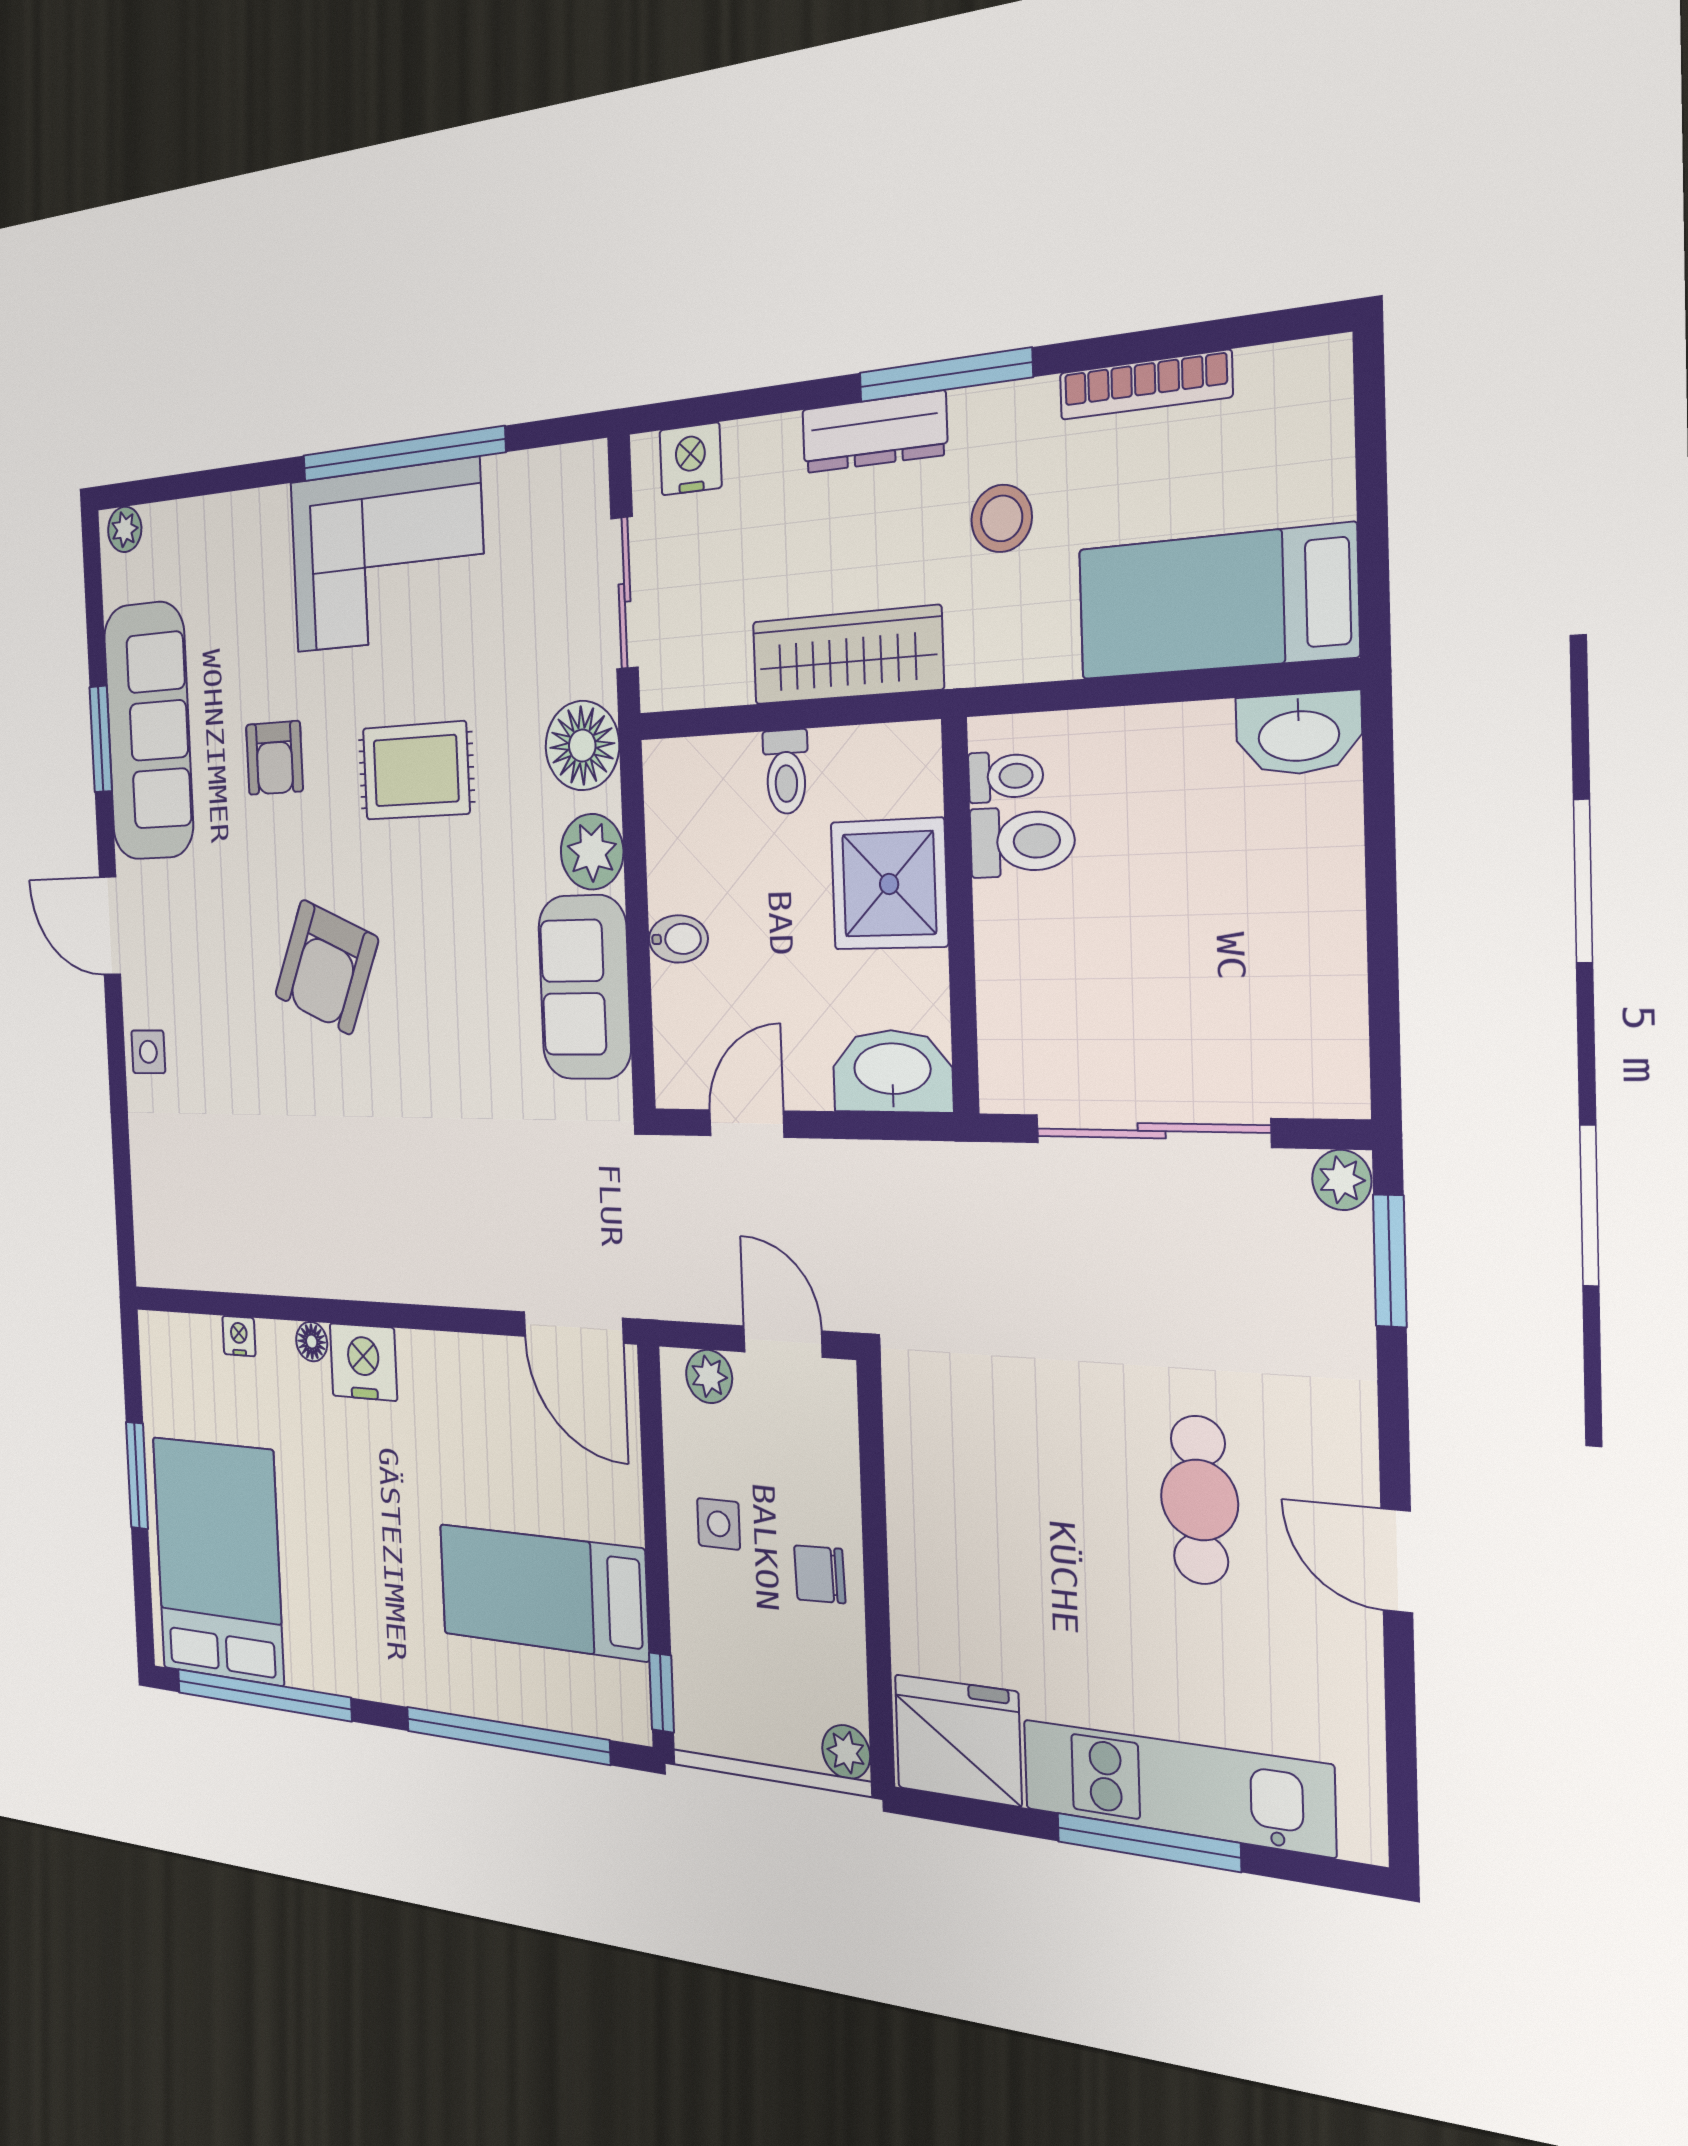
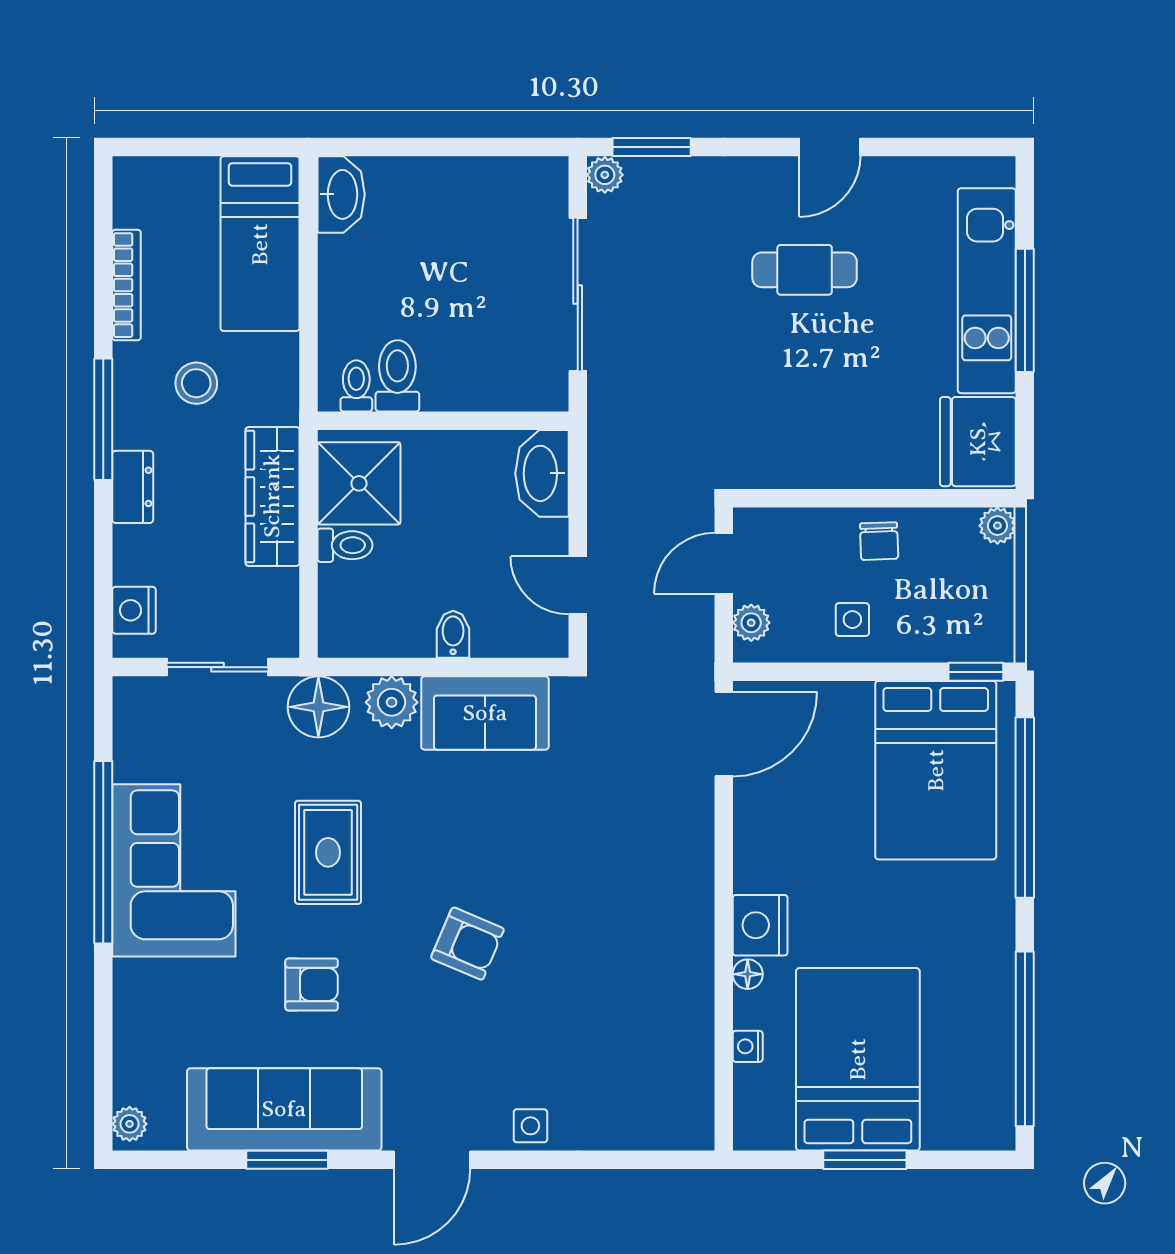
dresser: (874, 432) -> (133, 487), width x0.70
shower: (889, 884) -> (359, 483), moved
armchair: (326, 967) -> (467, 944), width x0.72, depth x0.72
bed: (218, 1560) -> (858, 1059), moved, turned 90
bed: (543, 1592) -> (936, 770), width x1.50

